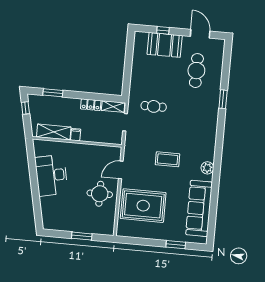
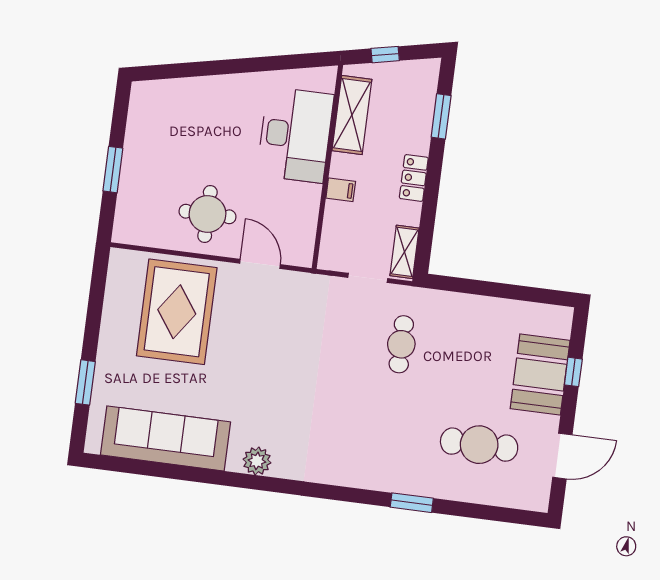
locker: (91, 105) -> (414, 178), moved
window: (25, 108) -> (385, 55), moved
filing cabinet: (76, 135) -> (341, 190), moved
coffee table: (167, 159) -> (280, 371), removed
desk: (51, 175) -> (295, 135), moved, turned 102

